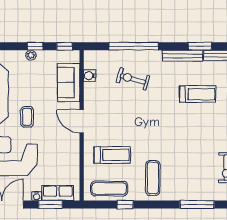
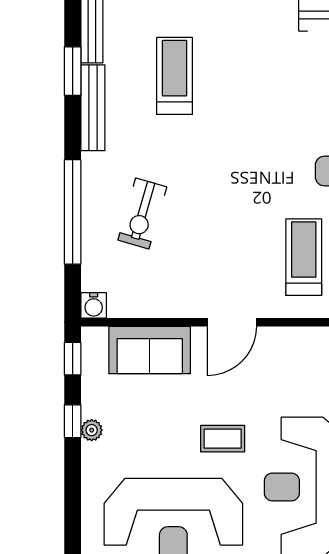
water cooler: (90, 76) -> (94, 305), moved

